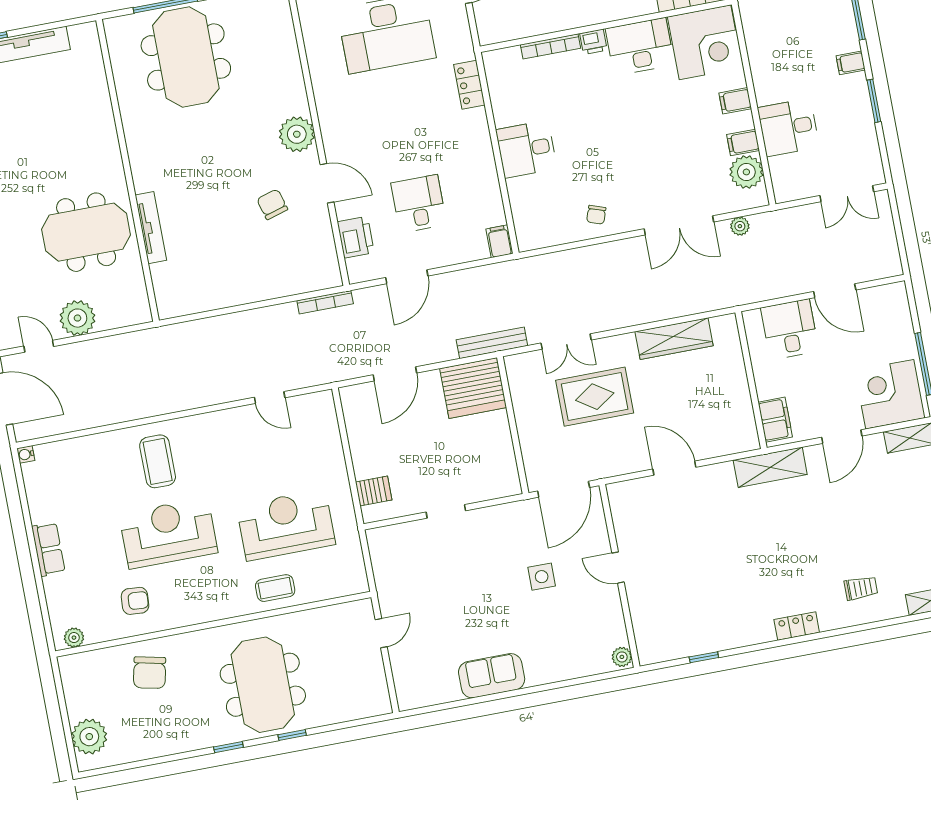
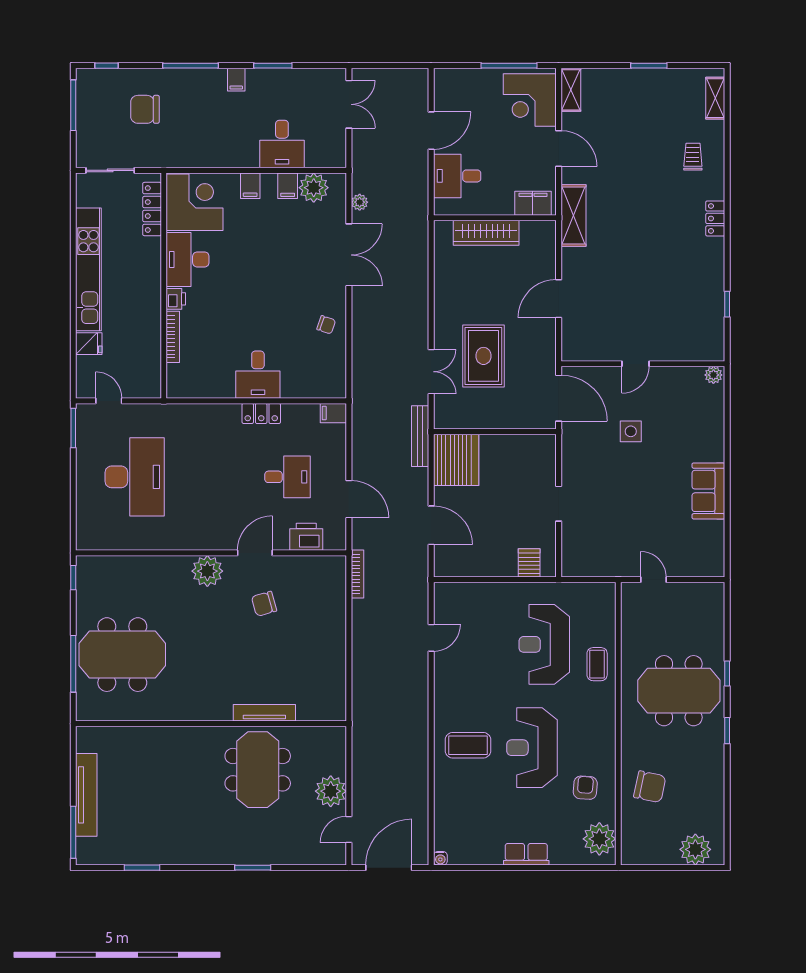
locker: (469, 85) -> (261, 413), moved
desk: (419, 204) -> (288, 477), turned 180
wardrobe: (674, 339) -> (486, 233), moved, turned 90
plant: (74, 638) -> (599, 839), width x1.88, depth x1.88

